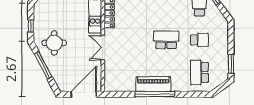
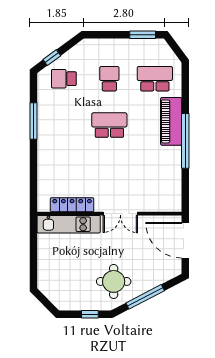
school desk: (166, 40) -> (109, 125), turned 90
school desk: (199, 72) -> (155, 79), turned 180
piano: (153, 84) -> (171, 121), moved

